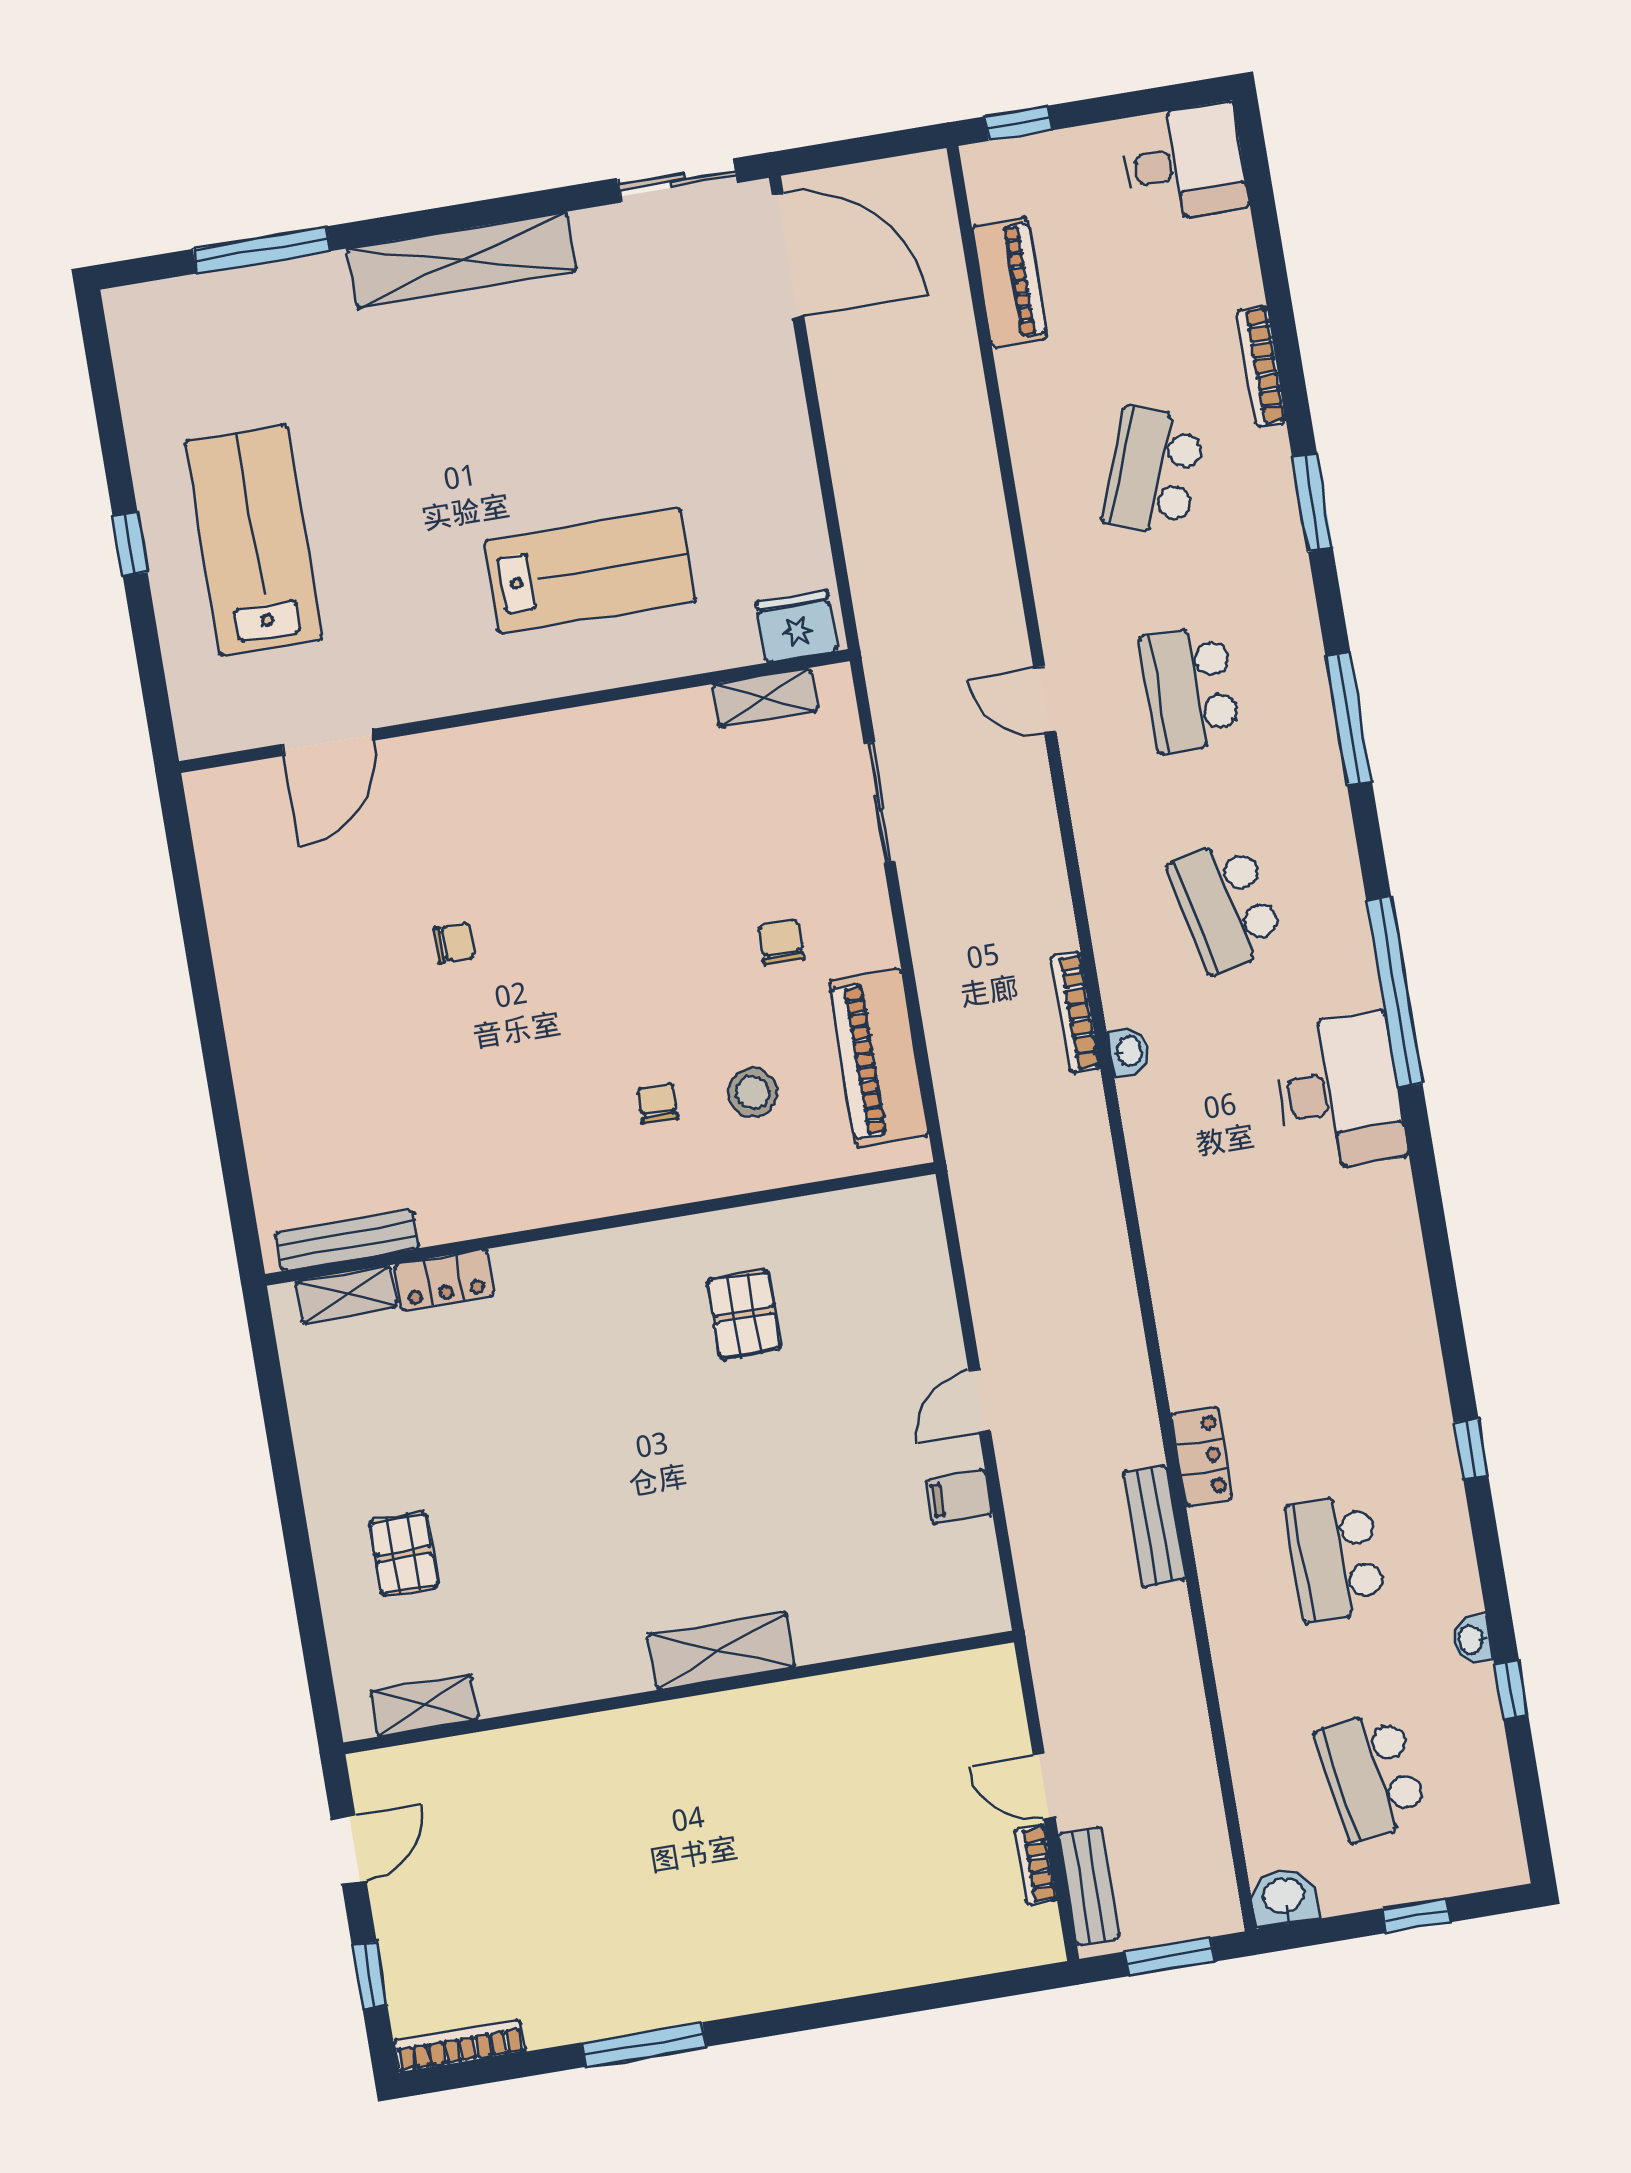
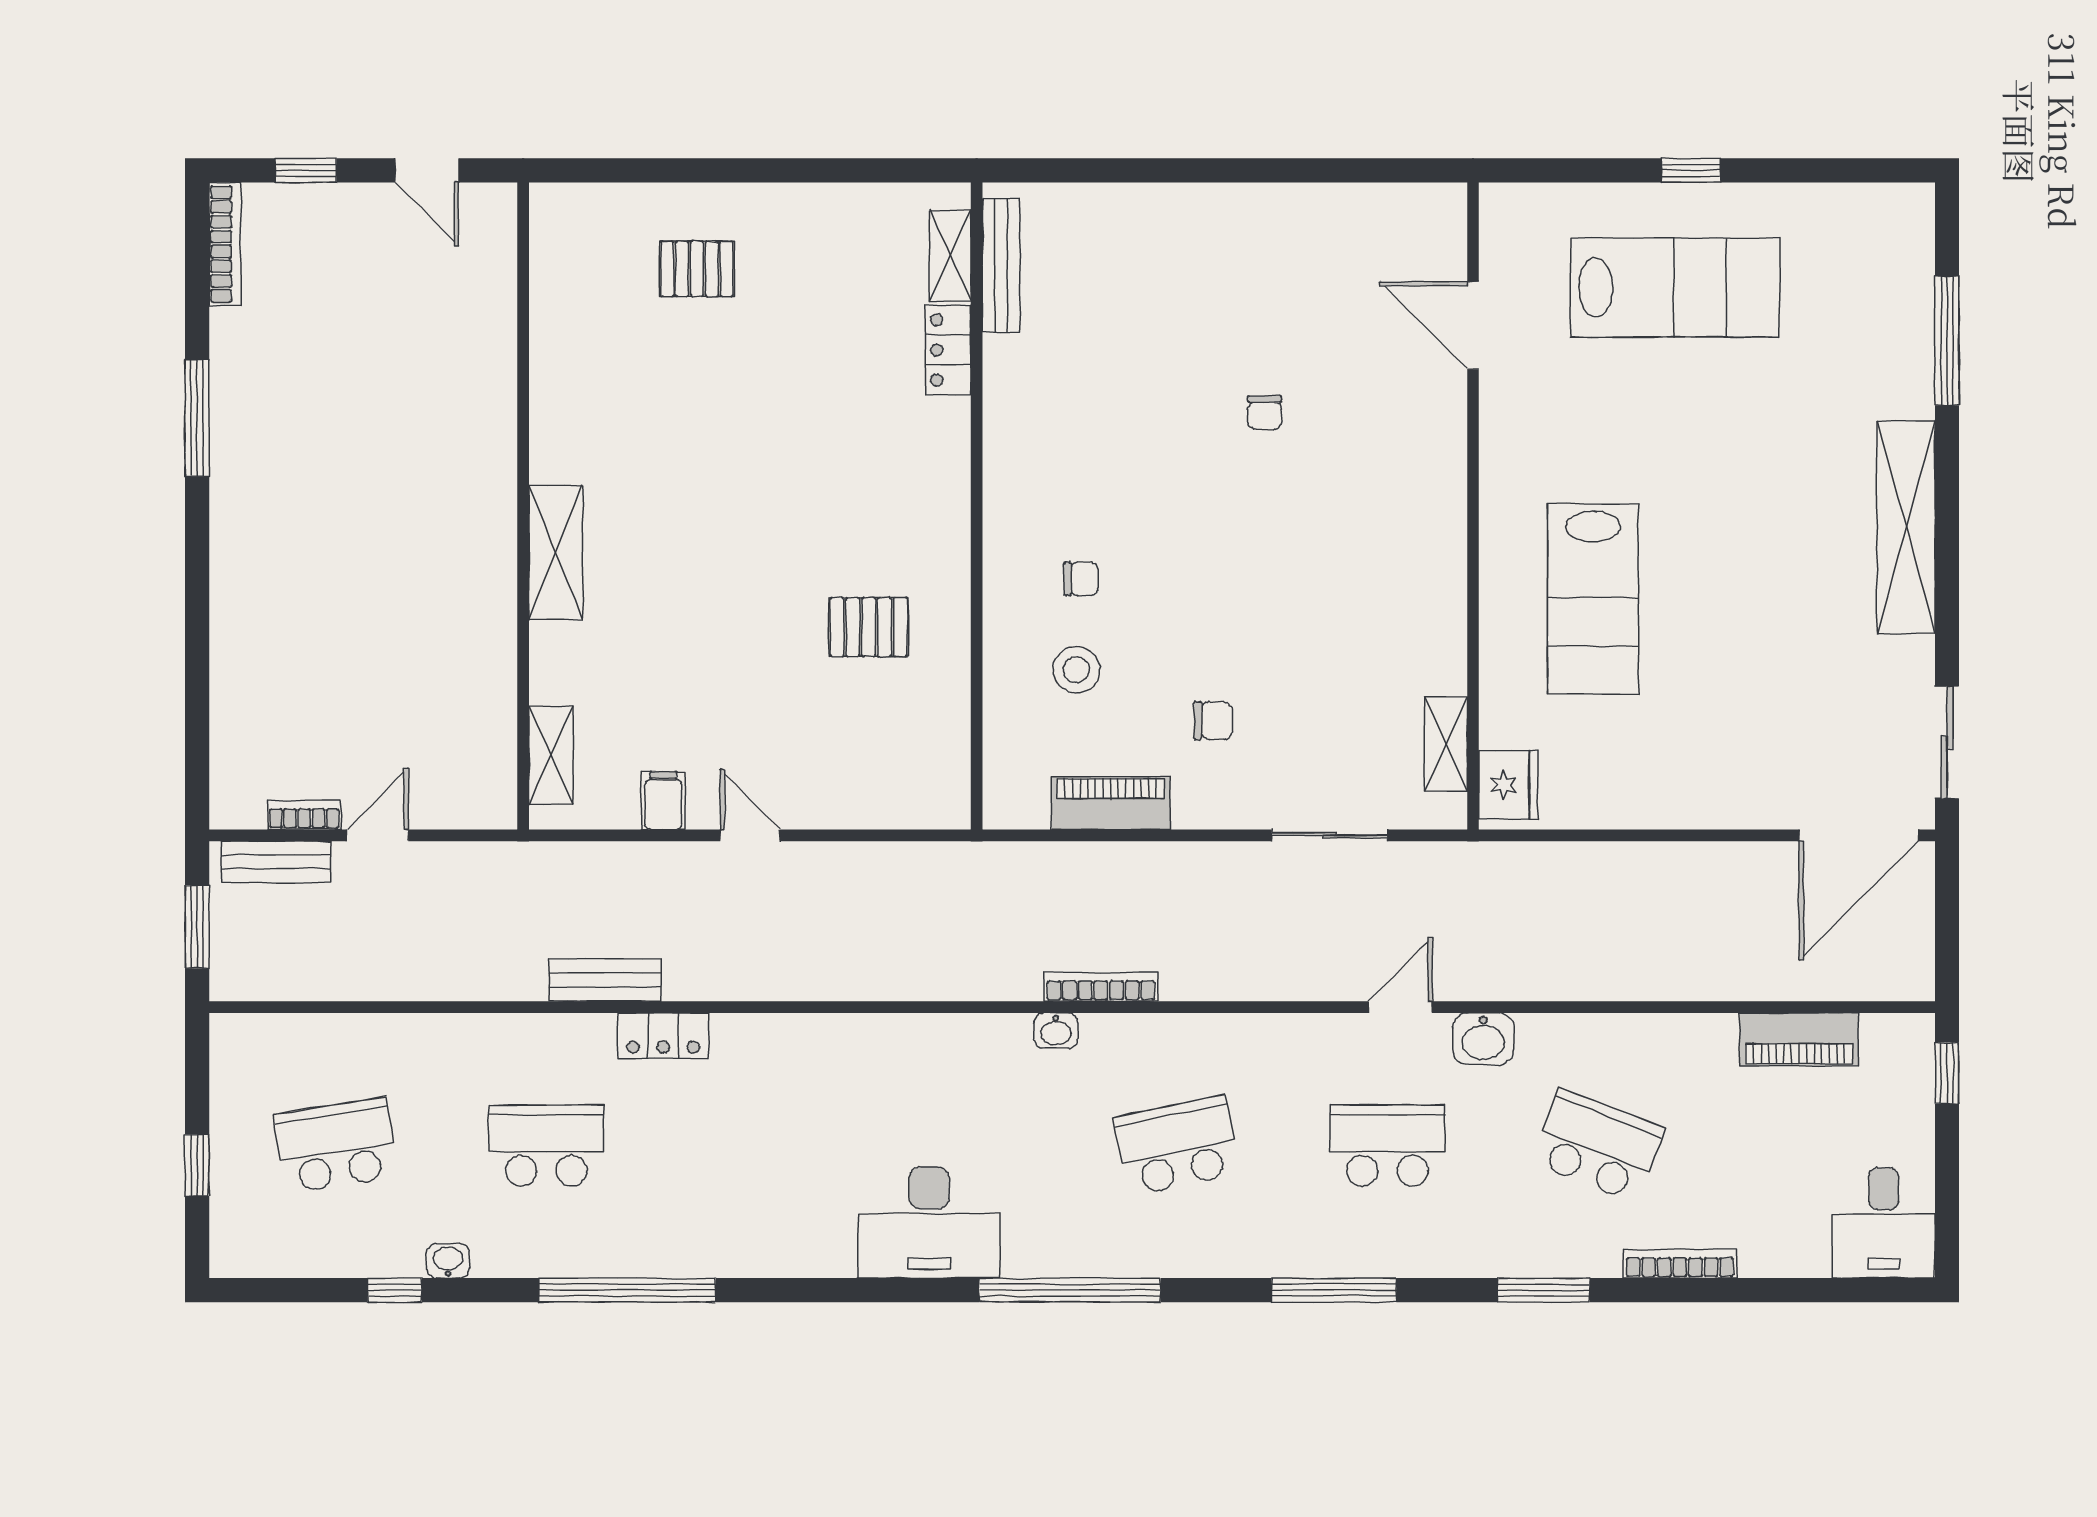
piano: (879, 1058) -> (1111, 803), width x0.73, depth x0.75
desk: (1339, 1092) -> (929, 1222), moved
window: (1471, 1449) -> (628, 1290), width x3.17
shelving: (424, 1706) -> (551, 755), moved
washbasin: (1284, 1897) -> (1483, 1039), moved, turned 90

